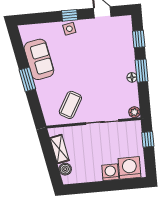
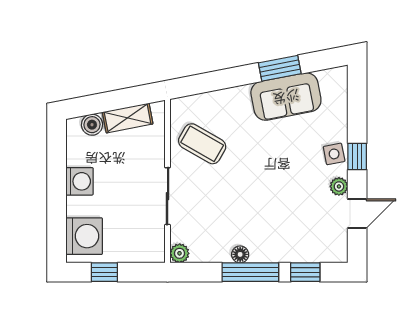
plant: (88, 24) -> (339, 186), added
window: (142, 71) -> (250, 272), width x1.44
window: (27, 79) -> (280, 68), moved
window: (148, 139) -> (104, 272), moved
washing machine: (110, 172) -> (79, 181), moved

